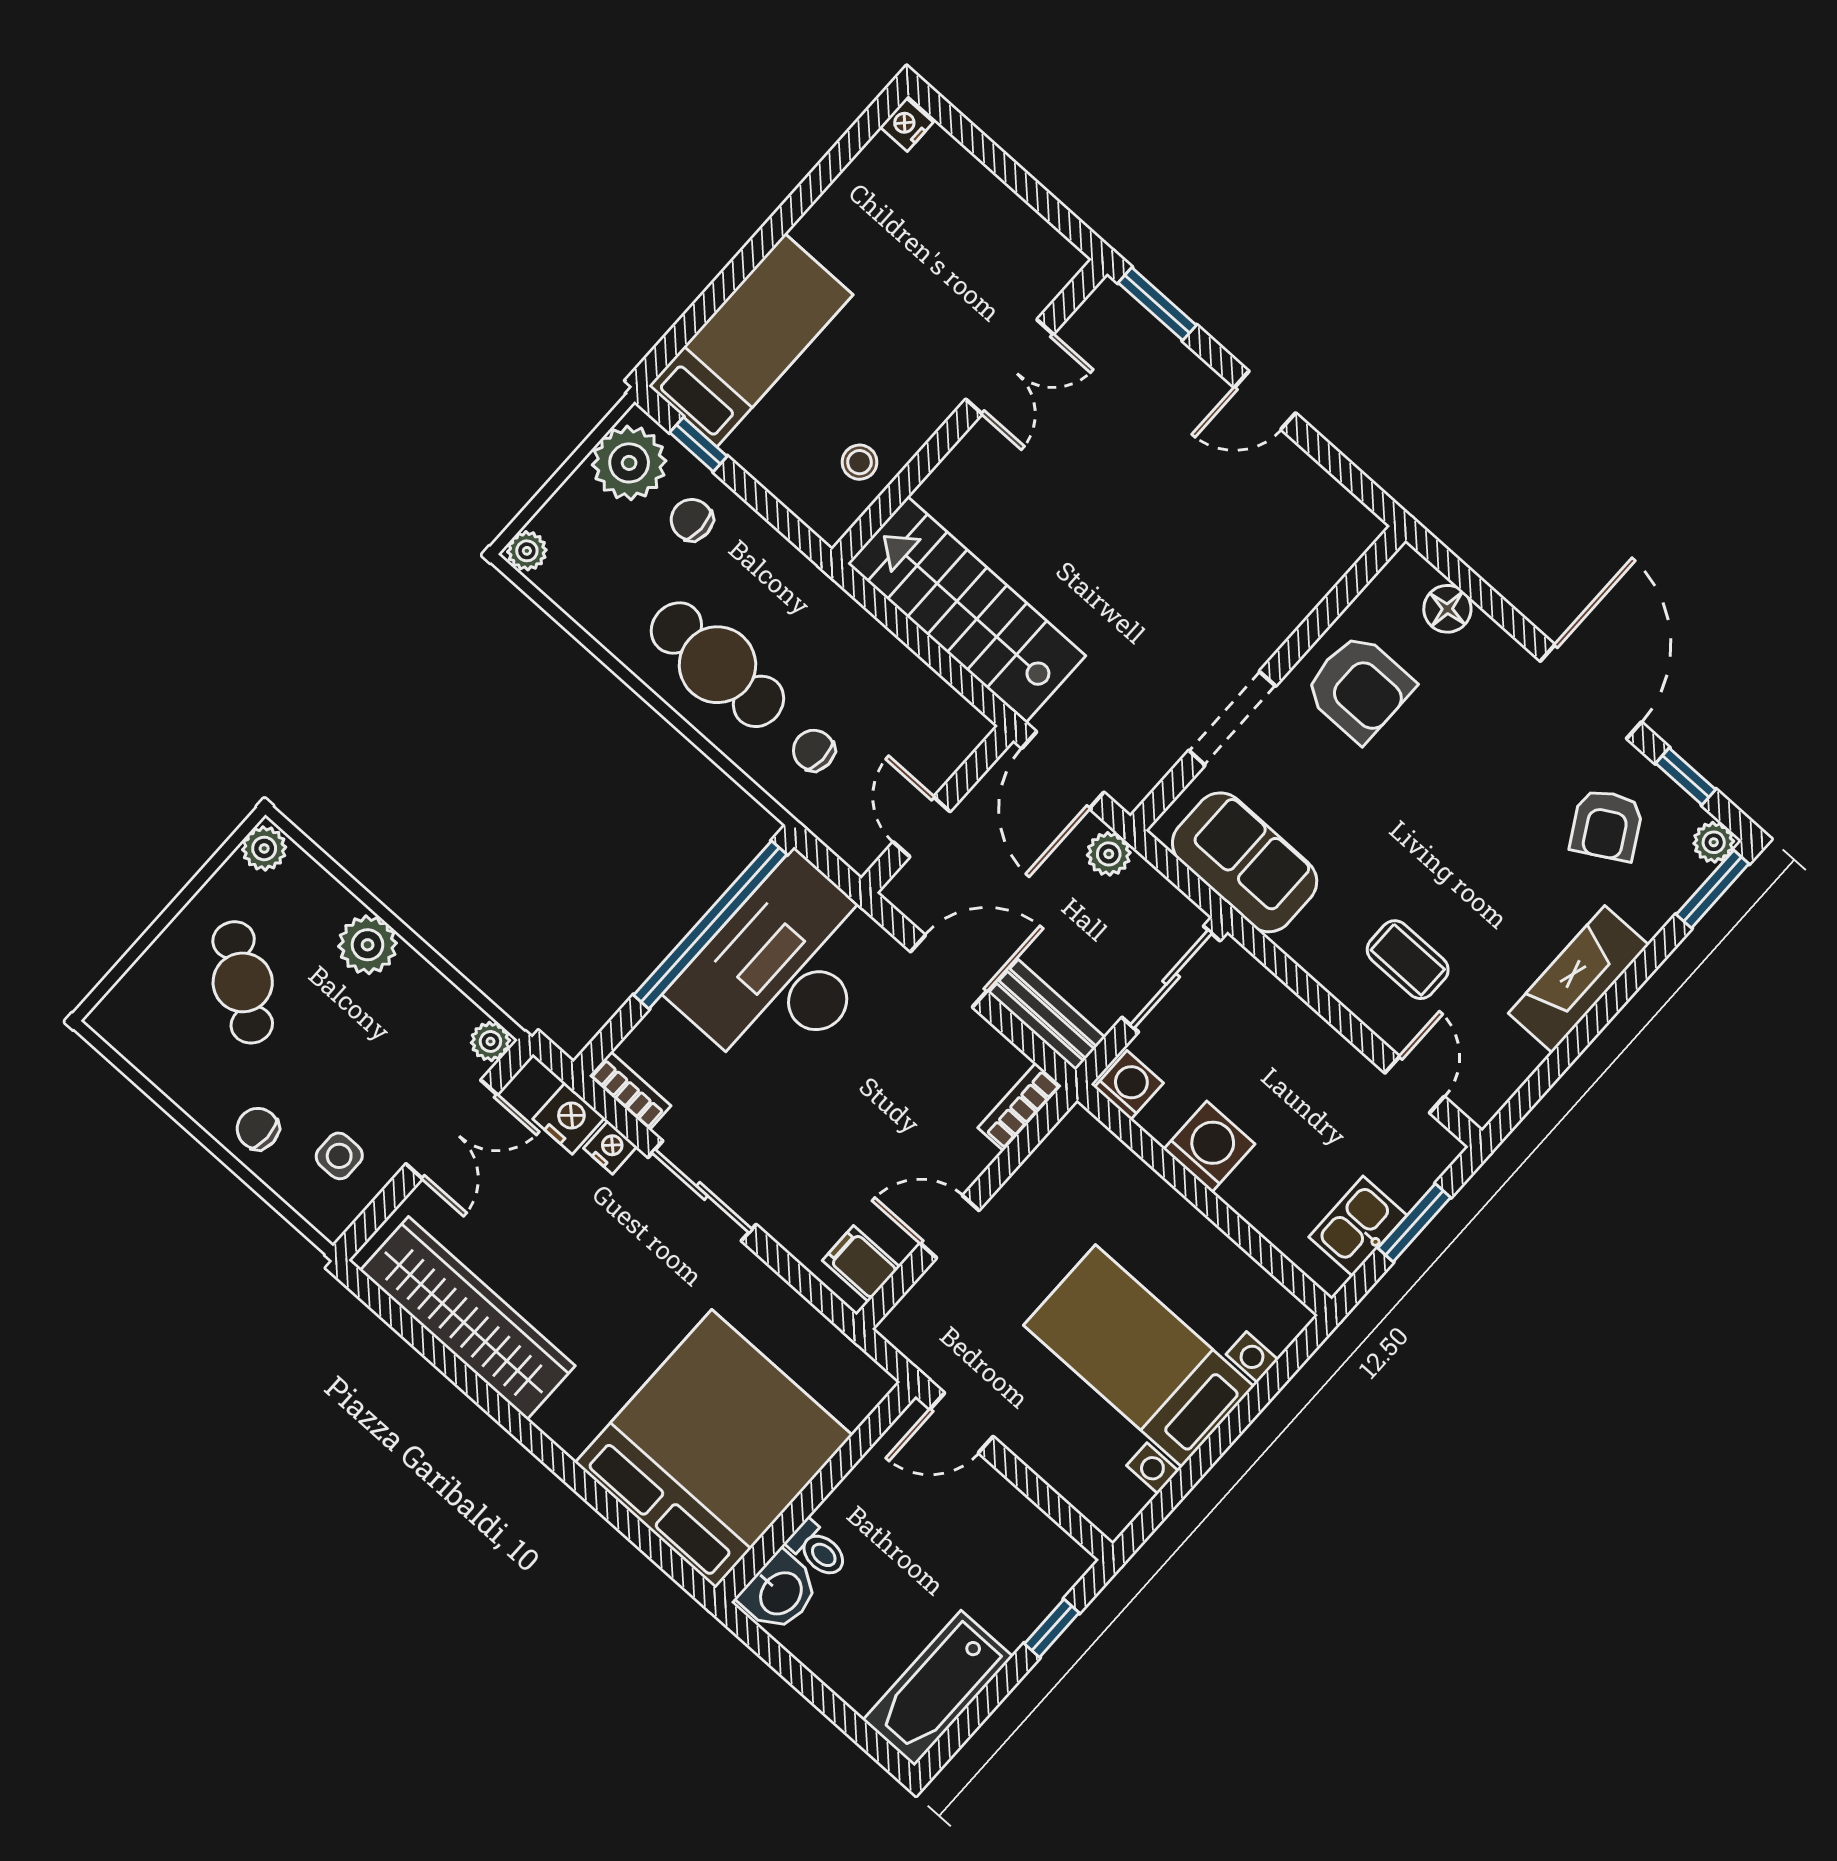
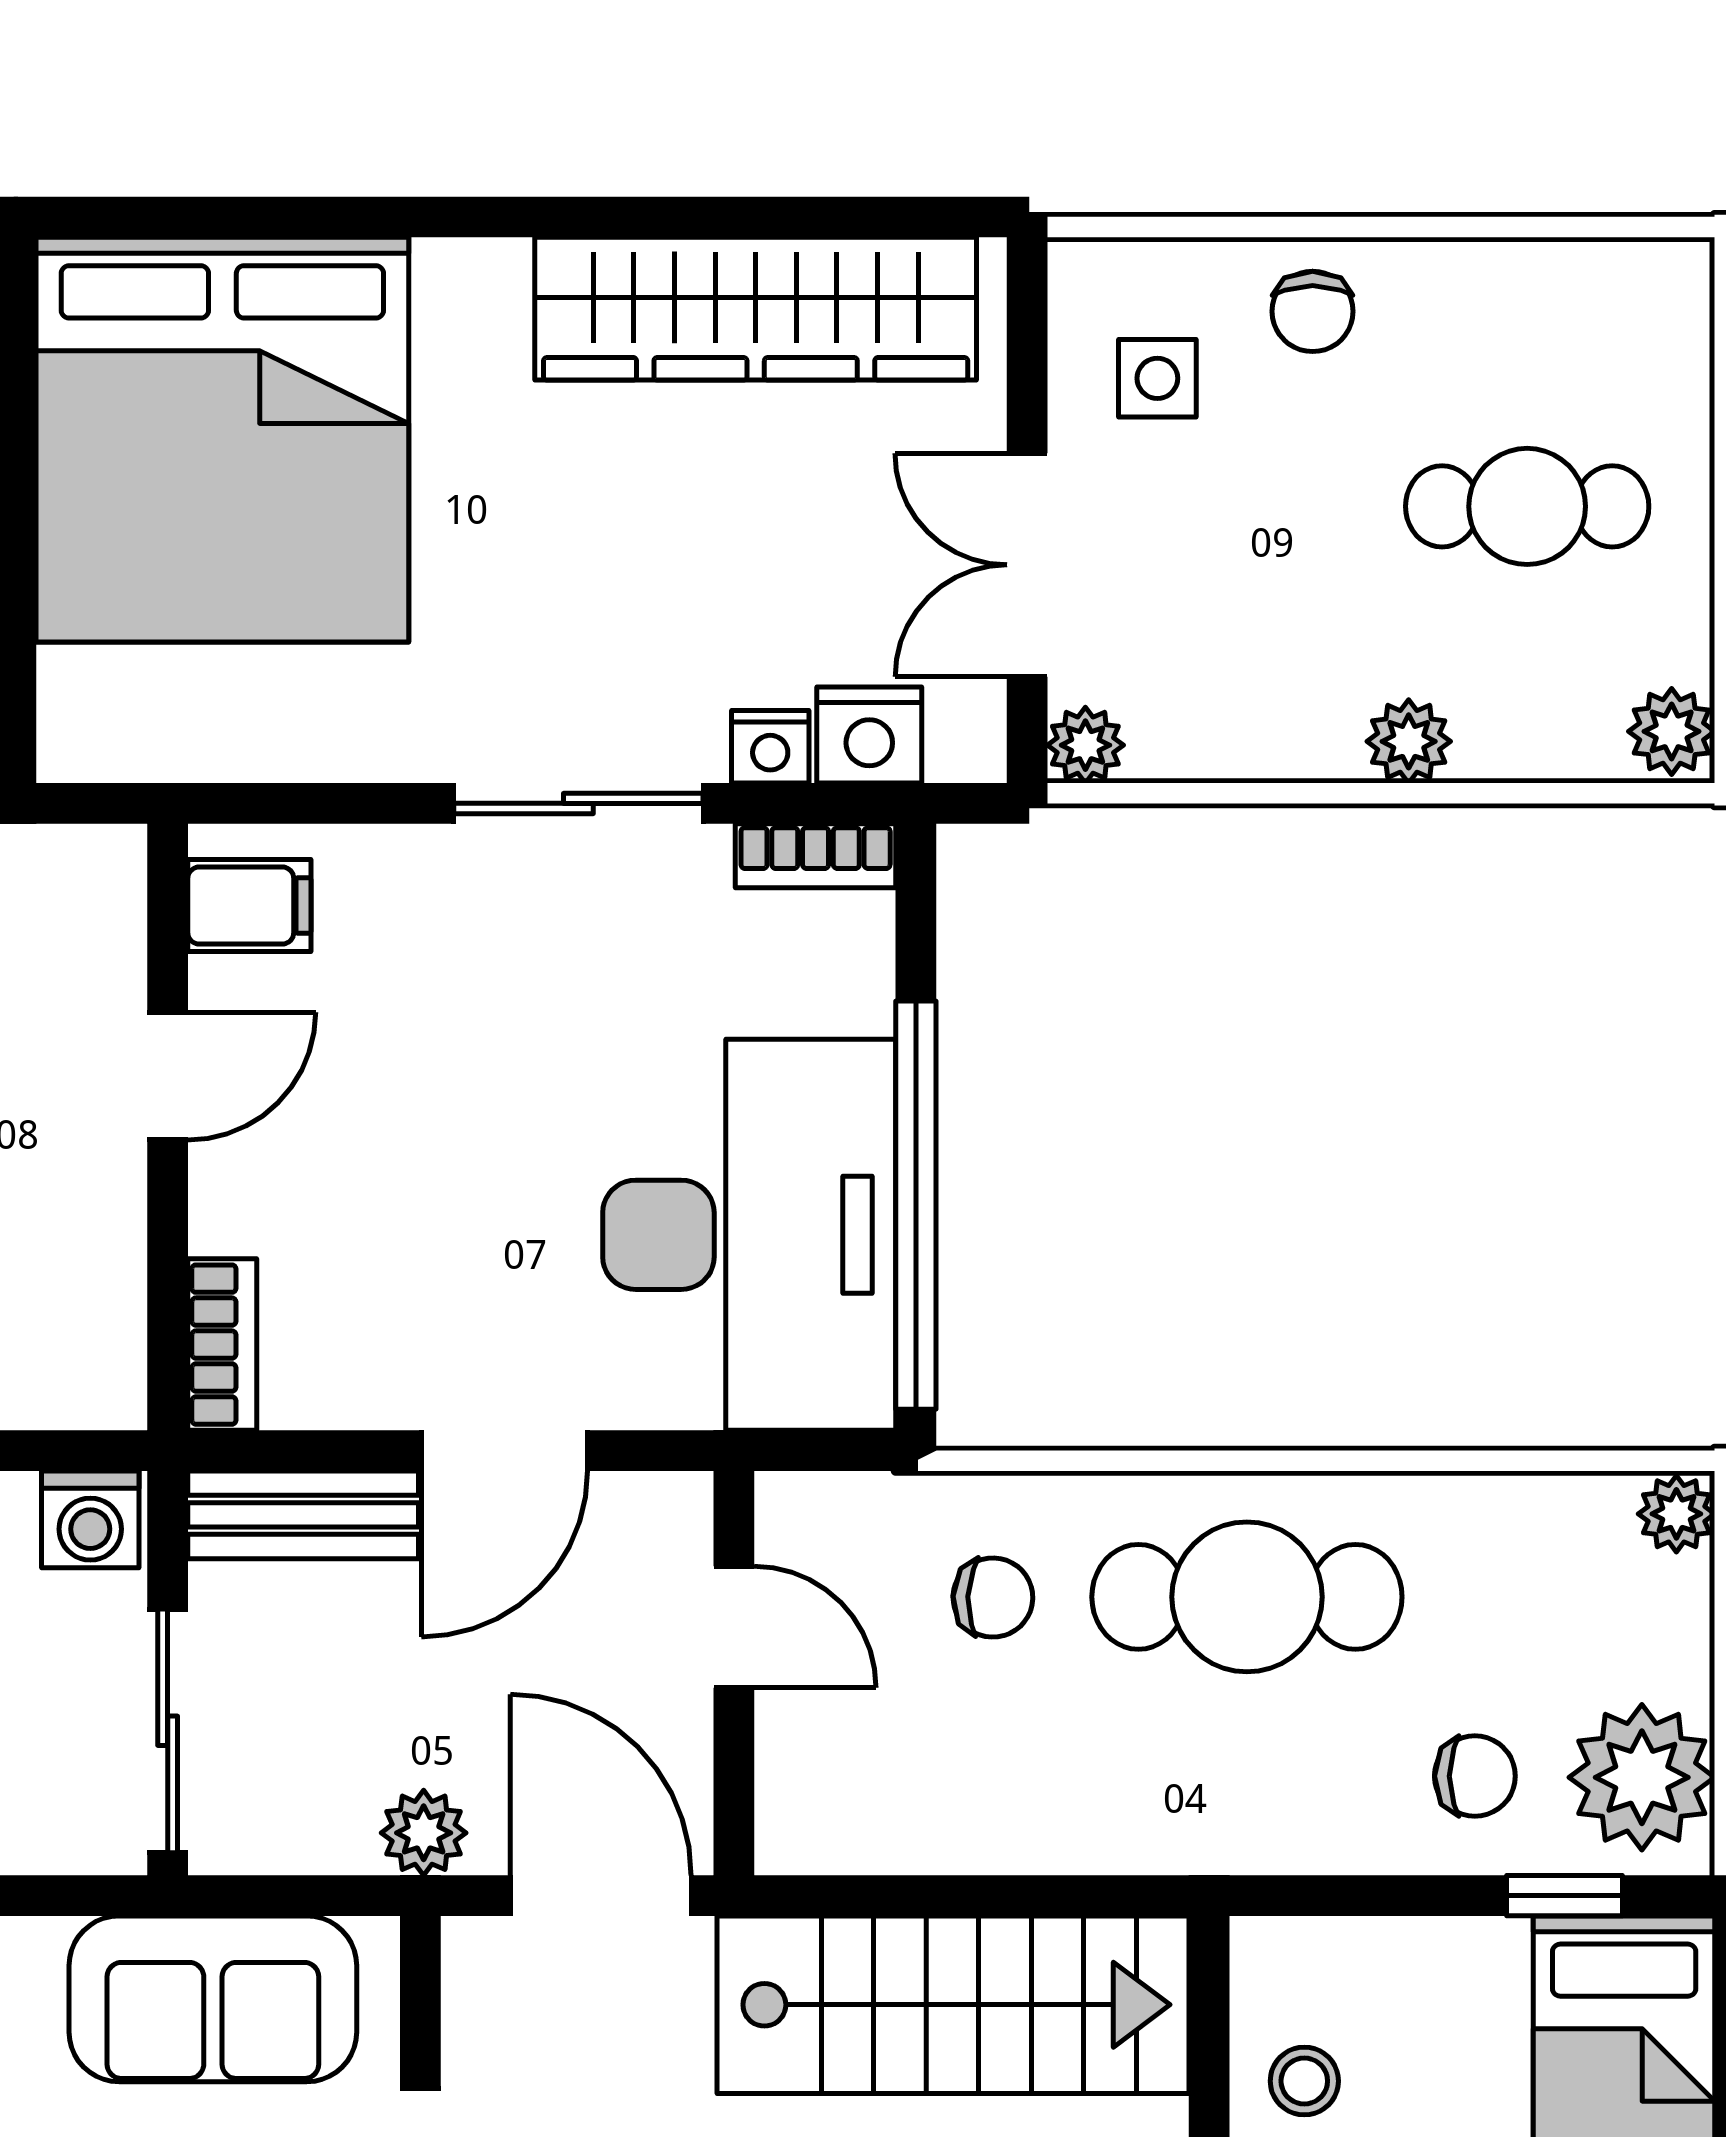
plant: (368, 945) -> (1409, 741), width x0.73, depth x0.73
cafe table: (243, 982) -> (1527, 506), turned -36
chair: (258, 1129) -> (1313, 311), turned 90

